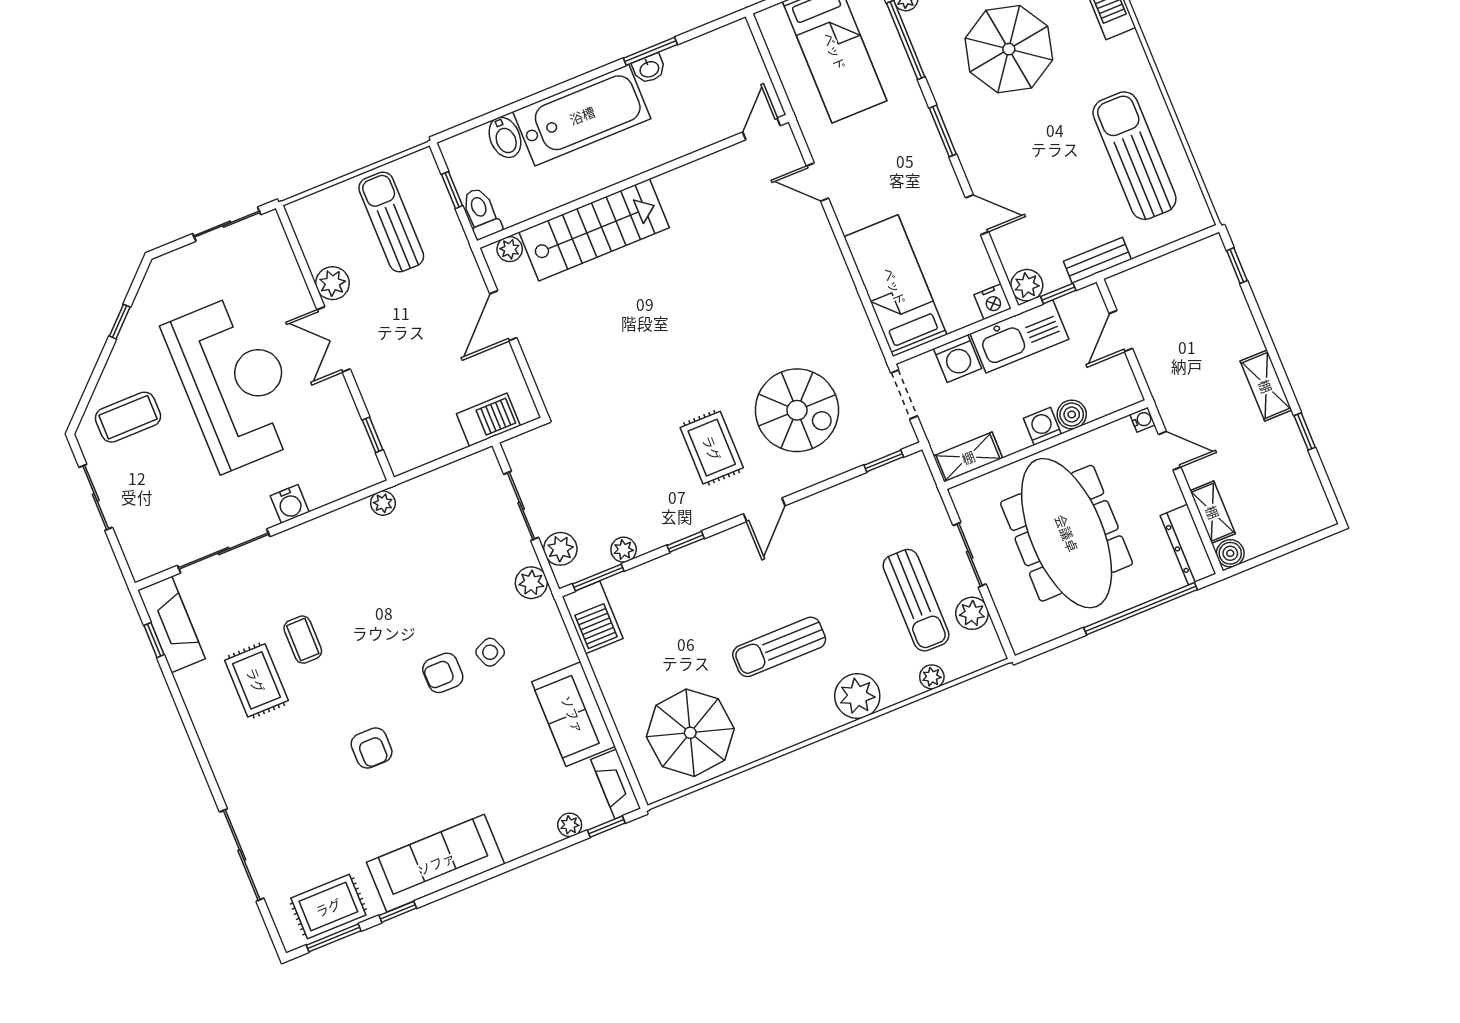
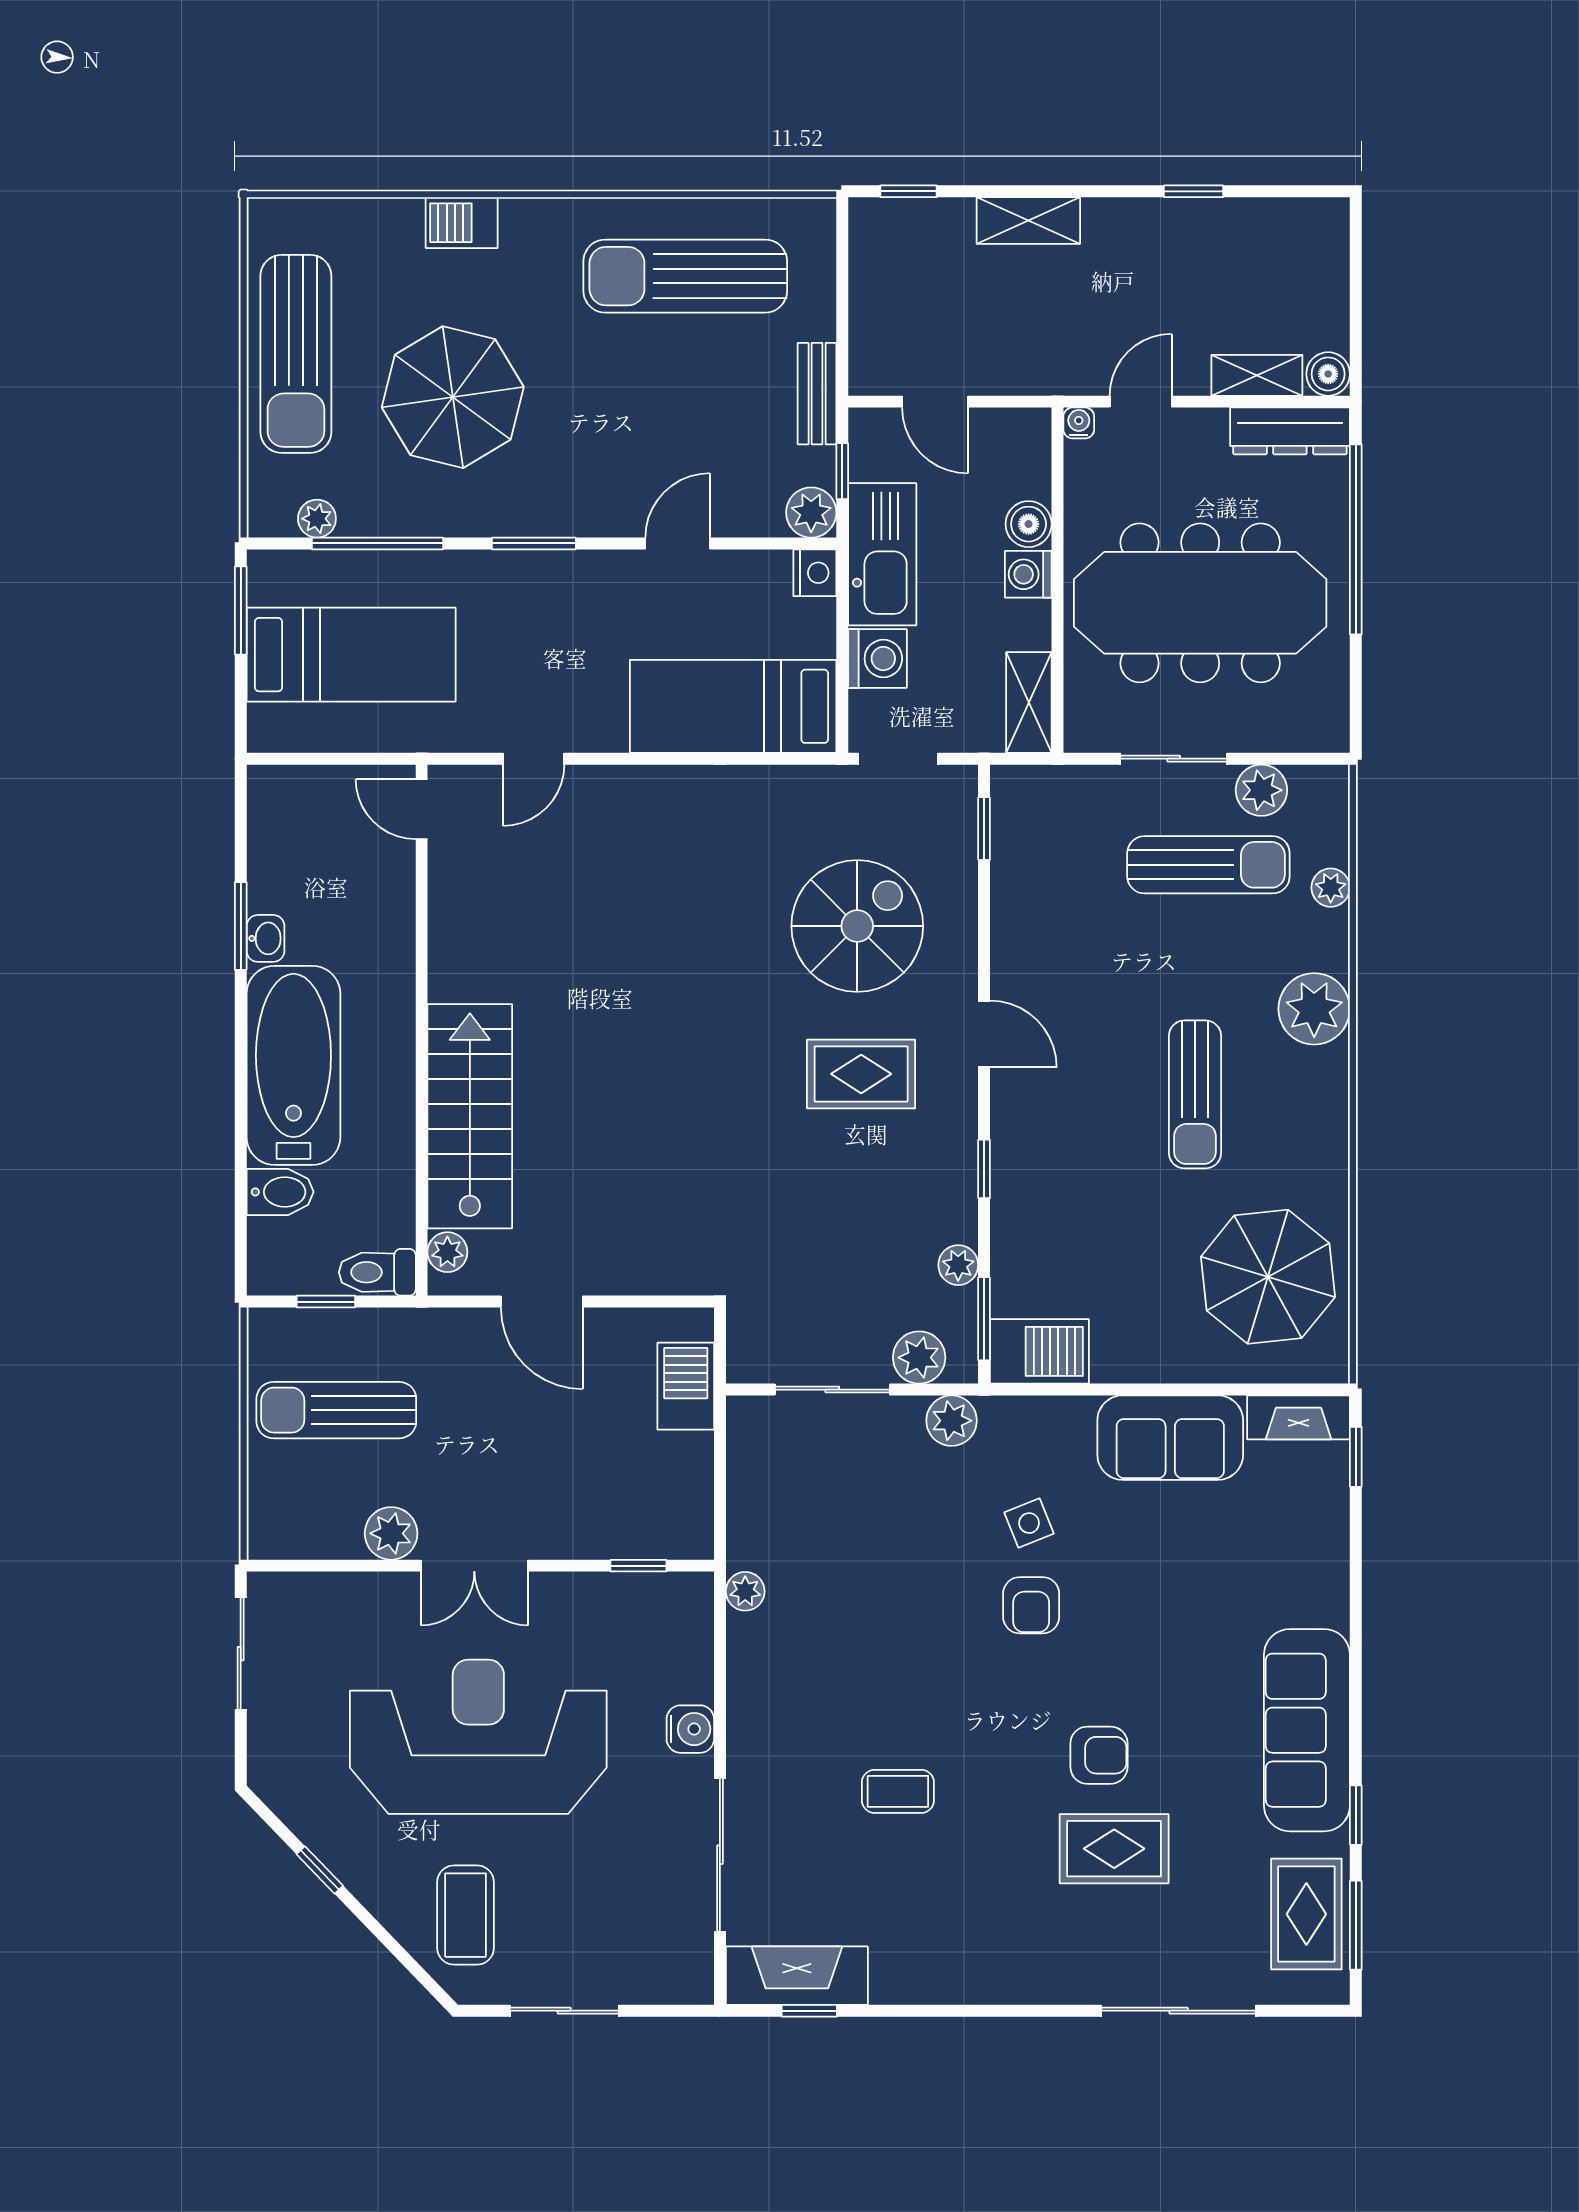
shelving: (1266, 386) -> (1028, 220), moved
rug: (256, 680) -> (1114, 1849), moved
plant: (570, 825) -> (1331, 1510), removed

